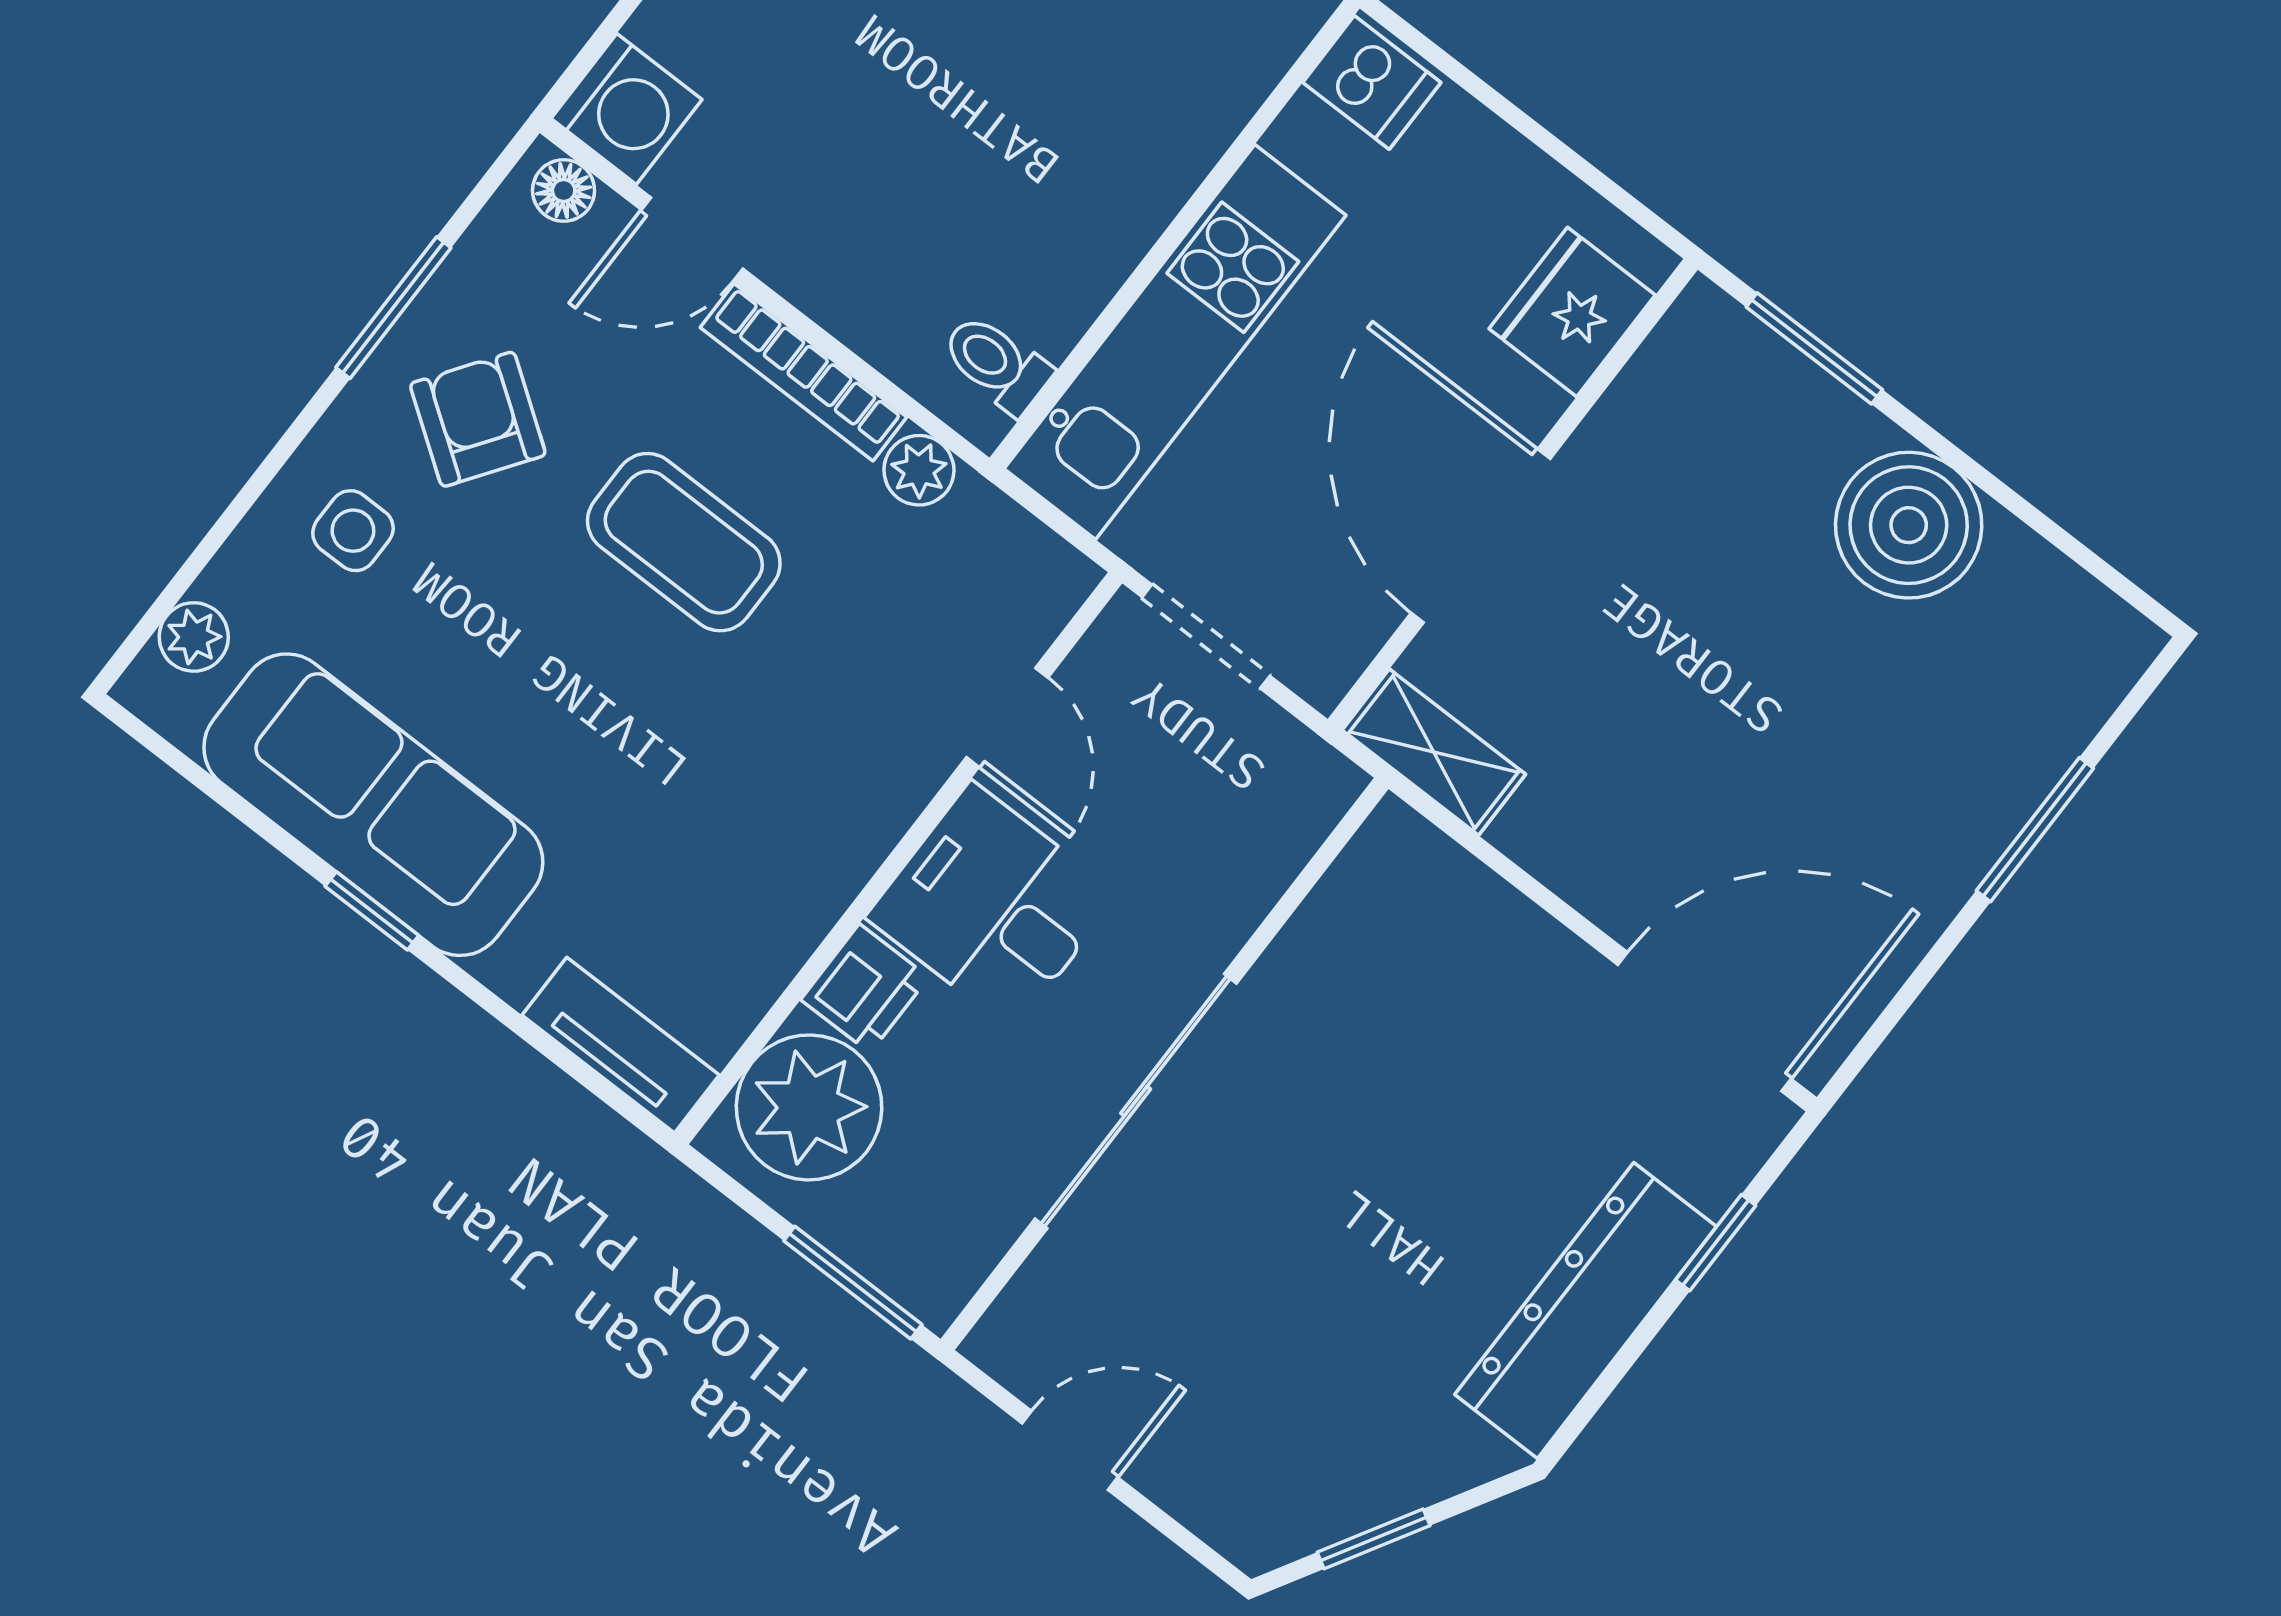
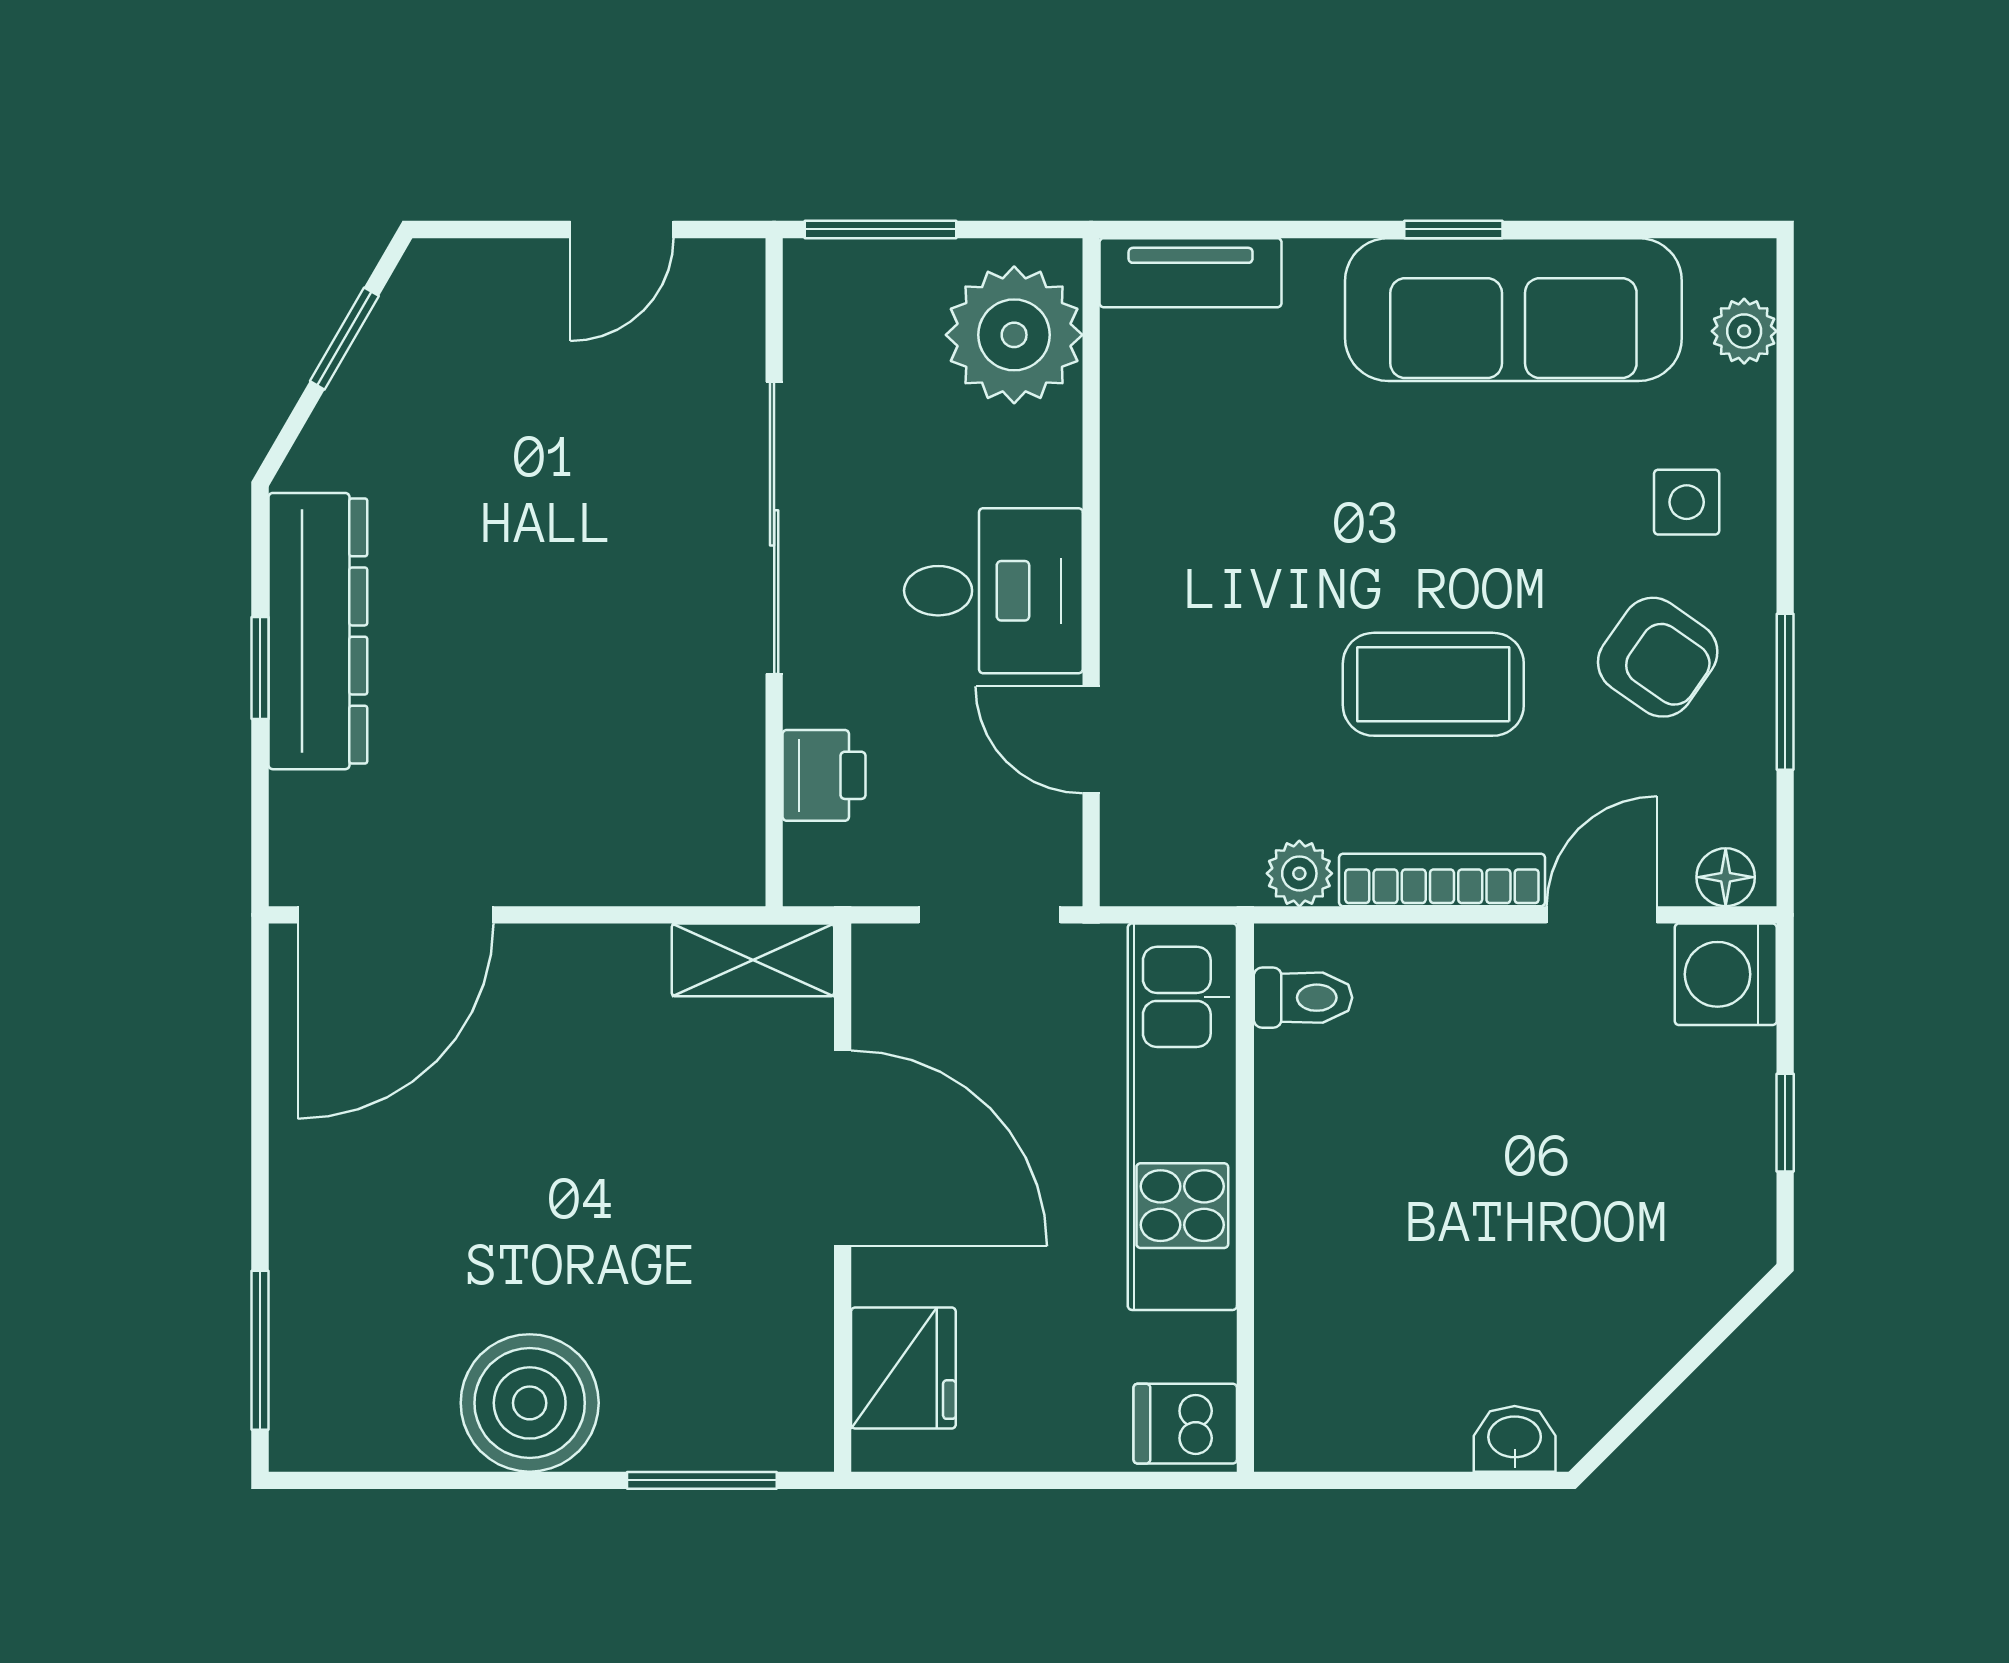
window: (2035, 830) -> (260, 1350), moved
printer: (865, 988) -> (824, 775), moved, turned 180
window: (1716, 1243) -> (260, 668), moved

